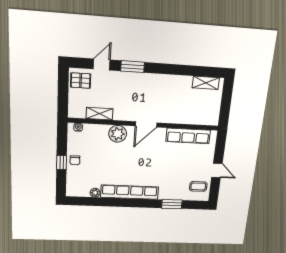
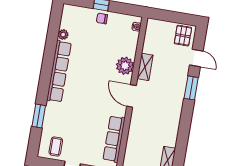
shelving: (99, 114) -> (145, 67), moved

